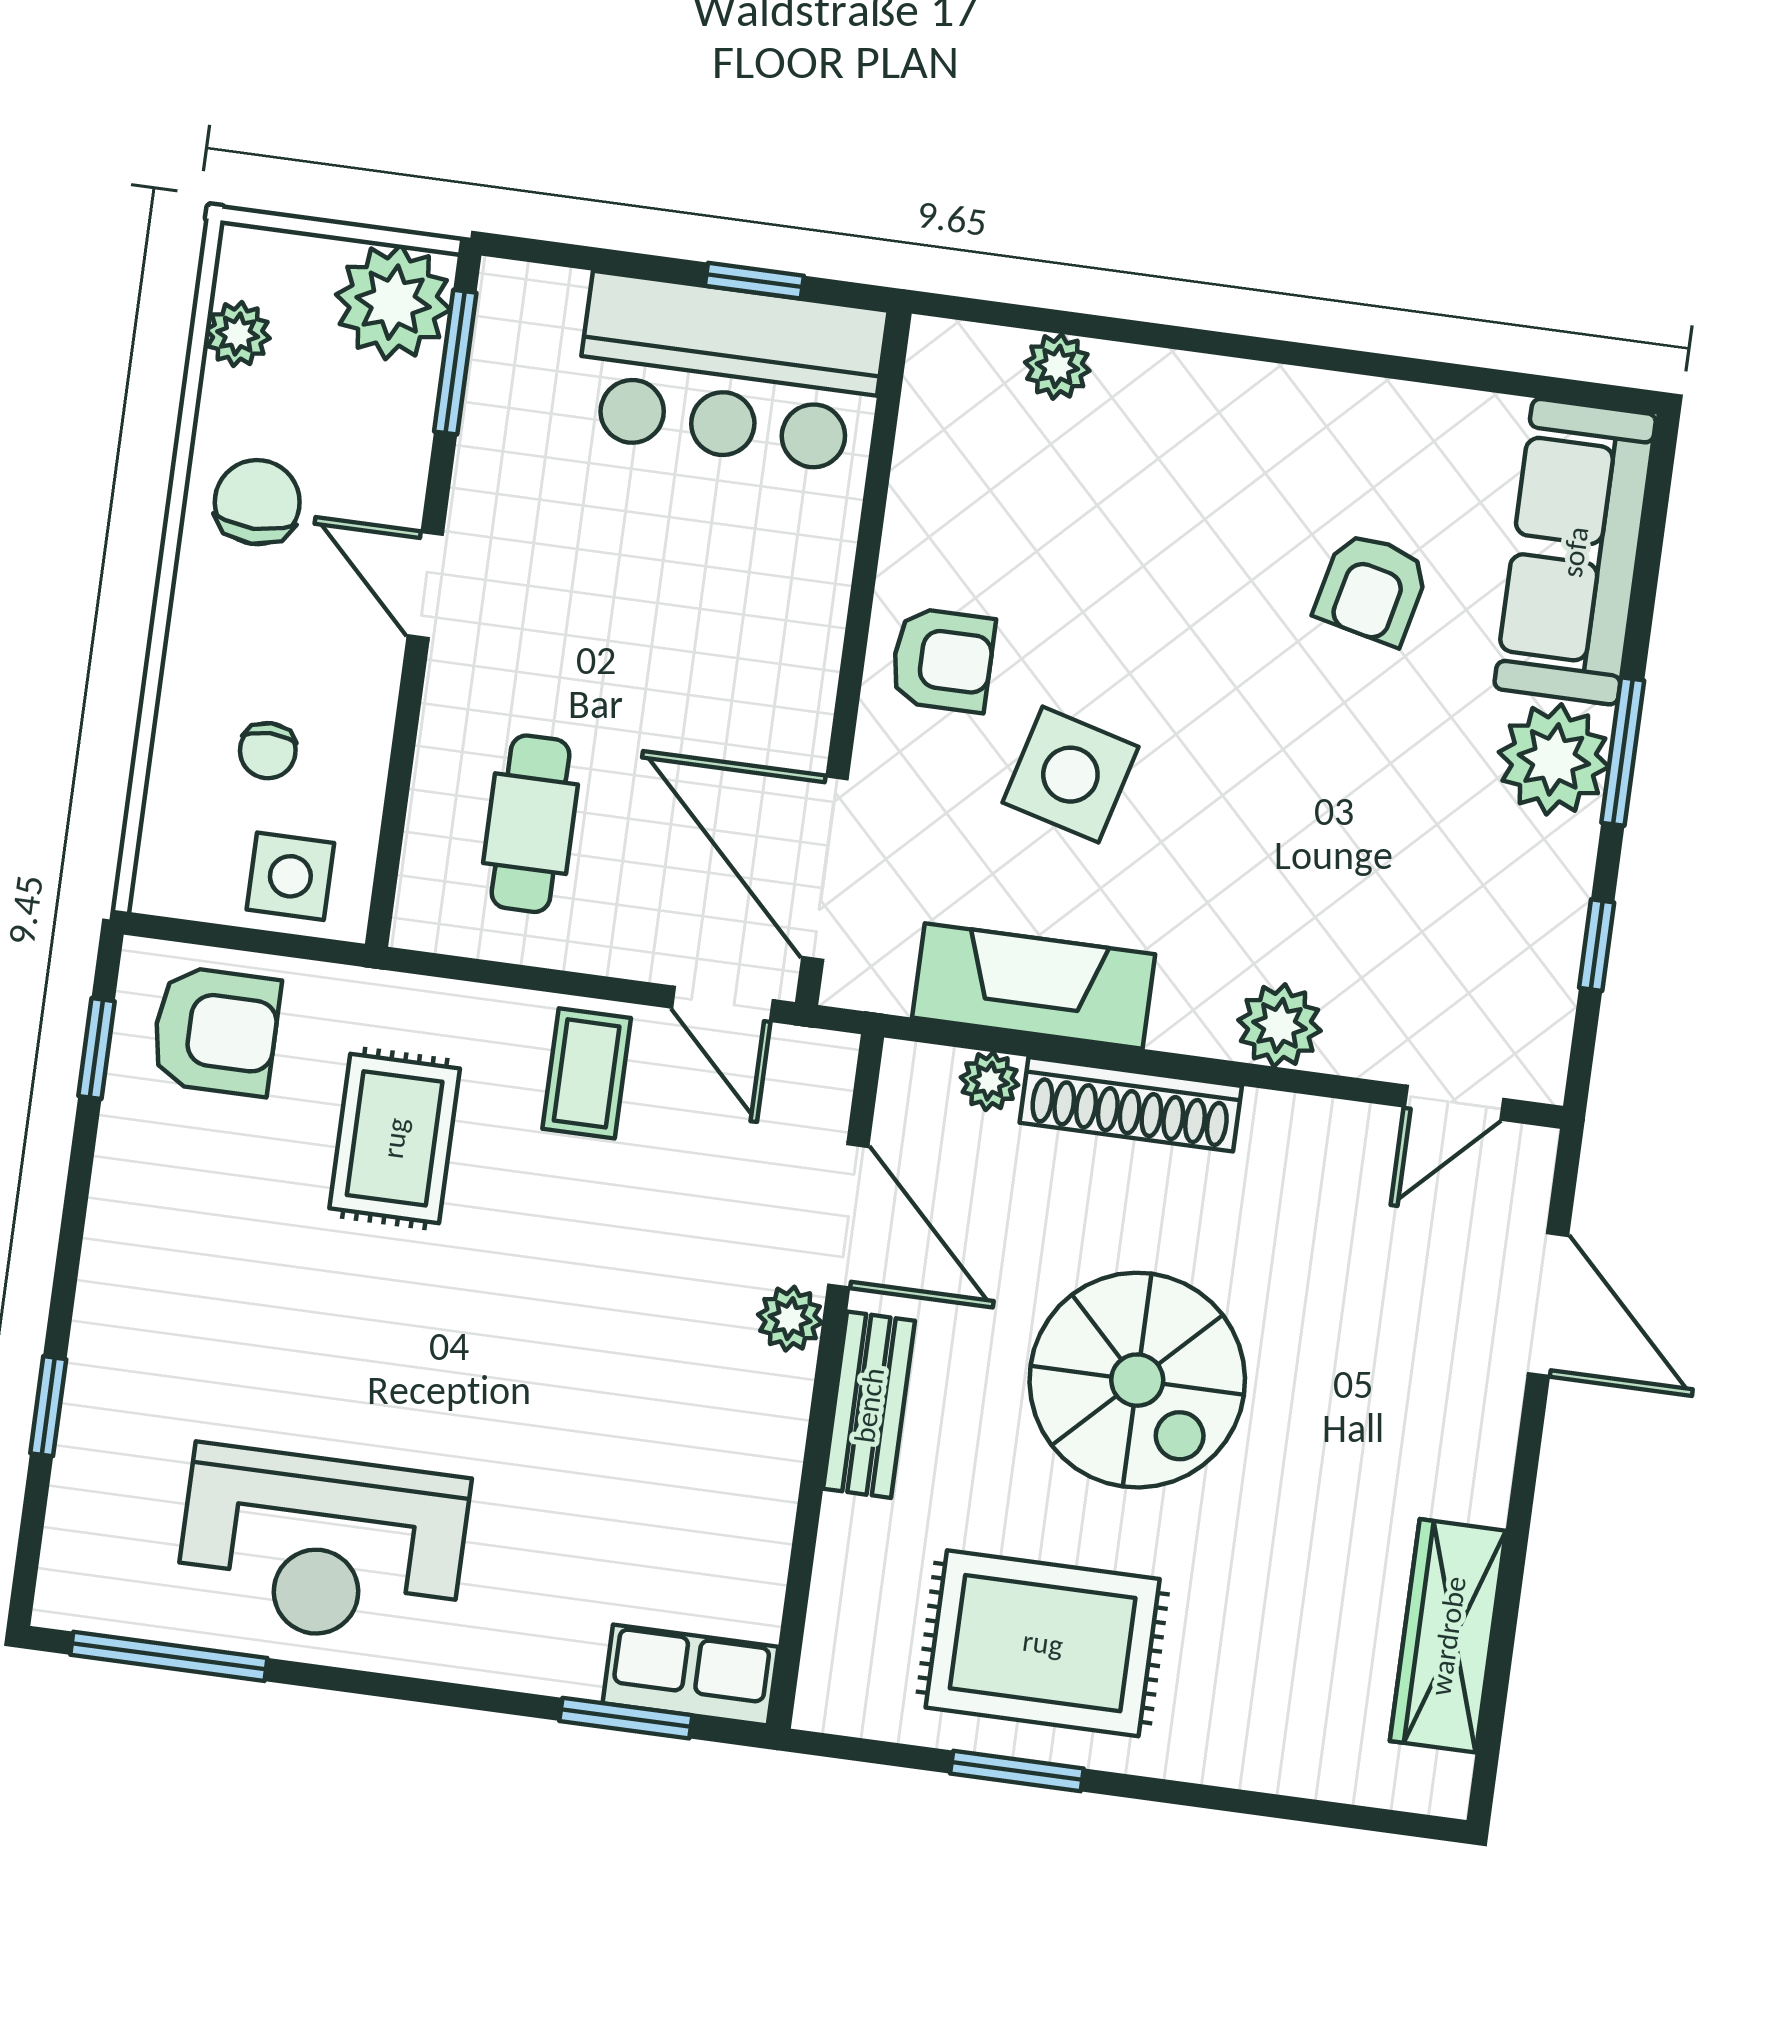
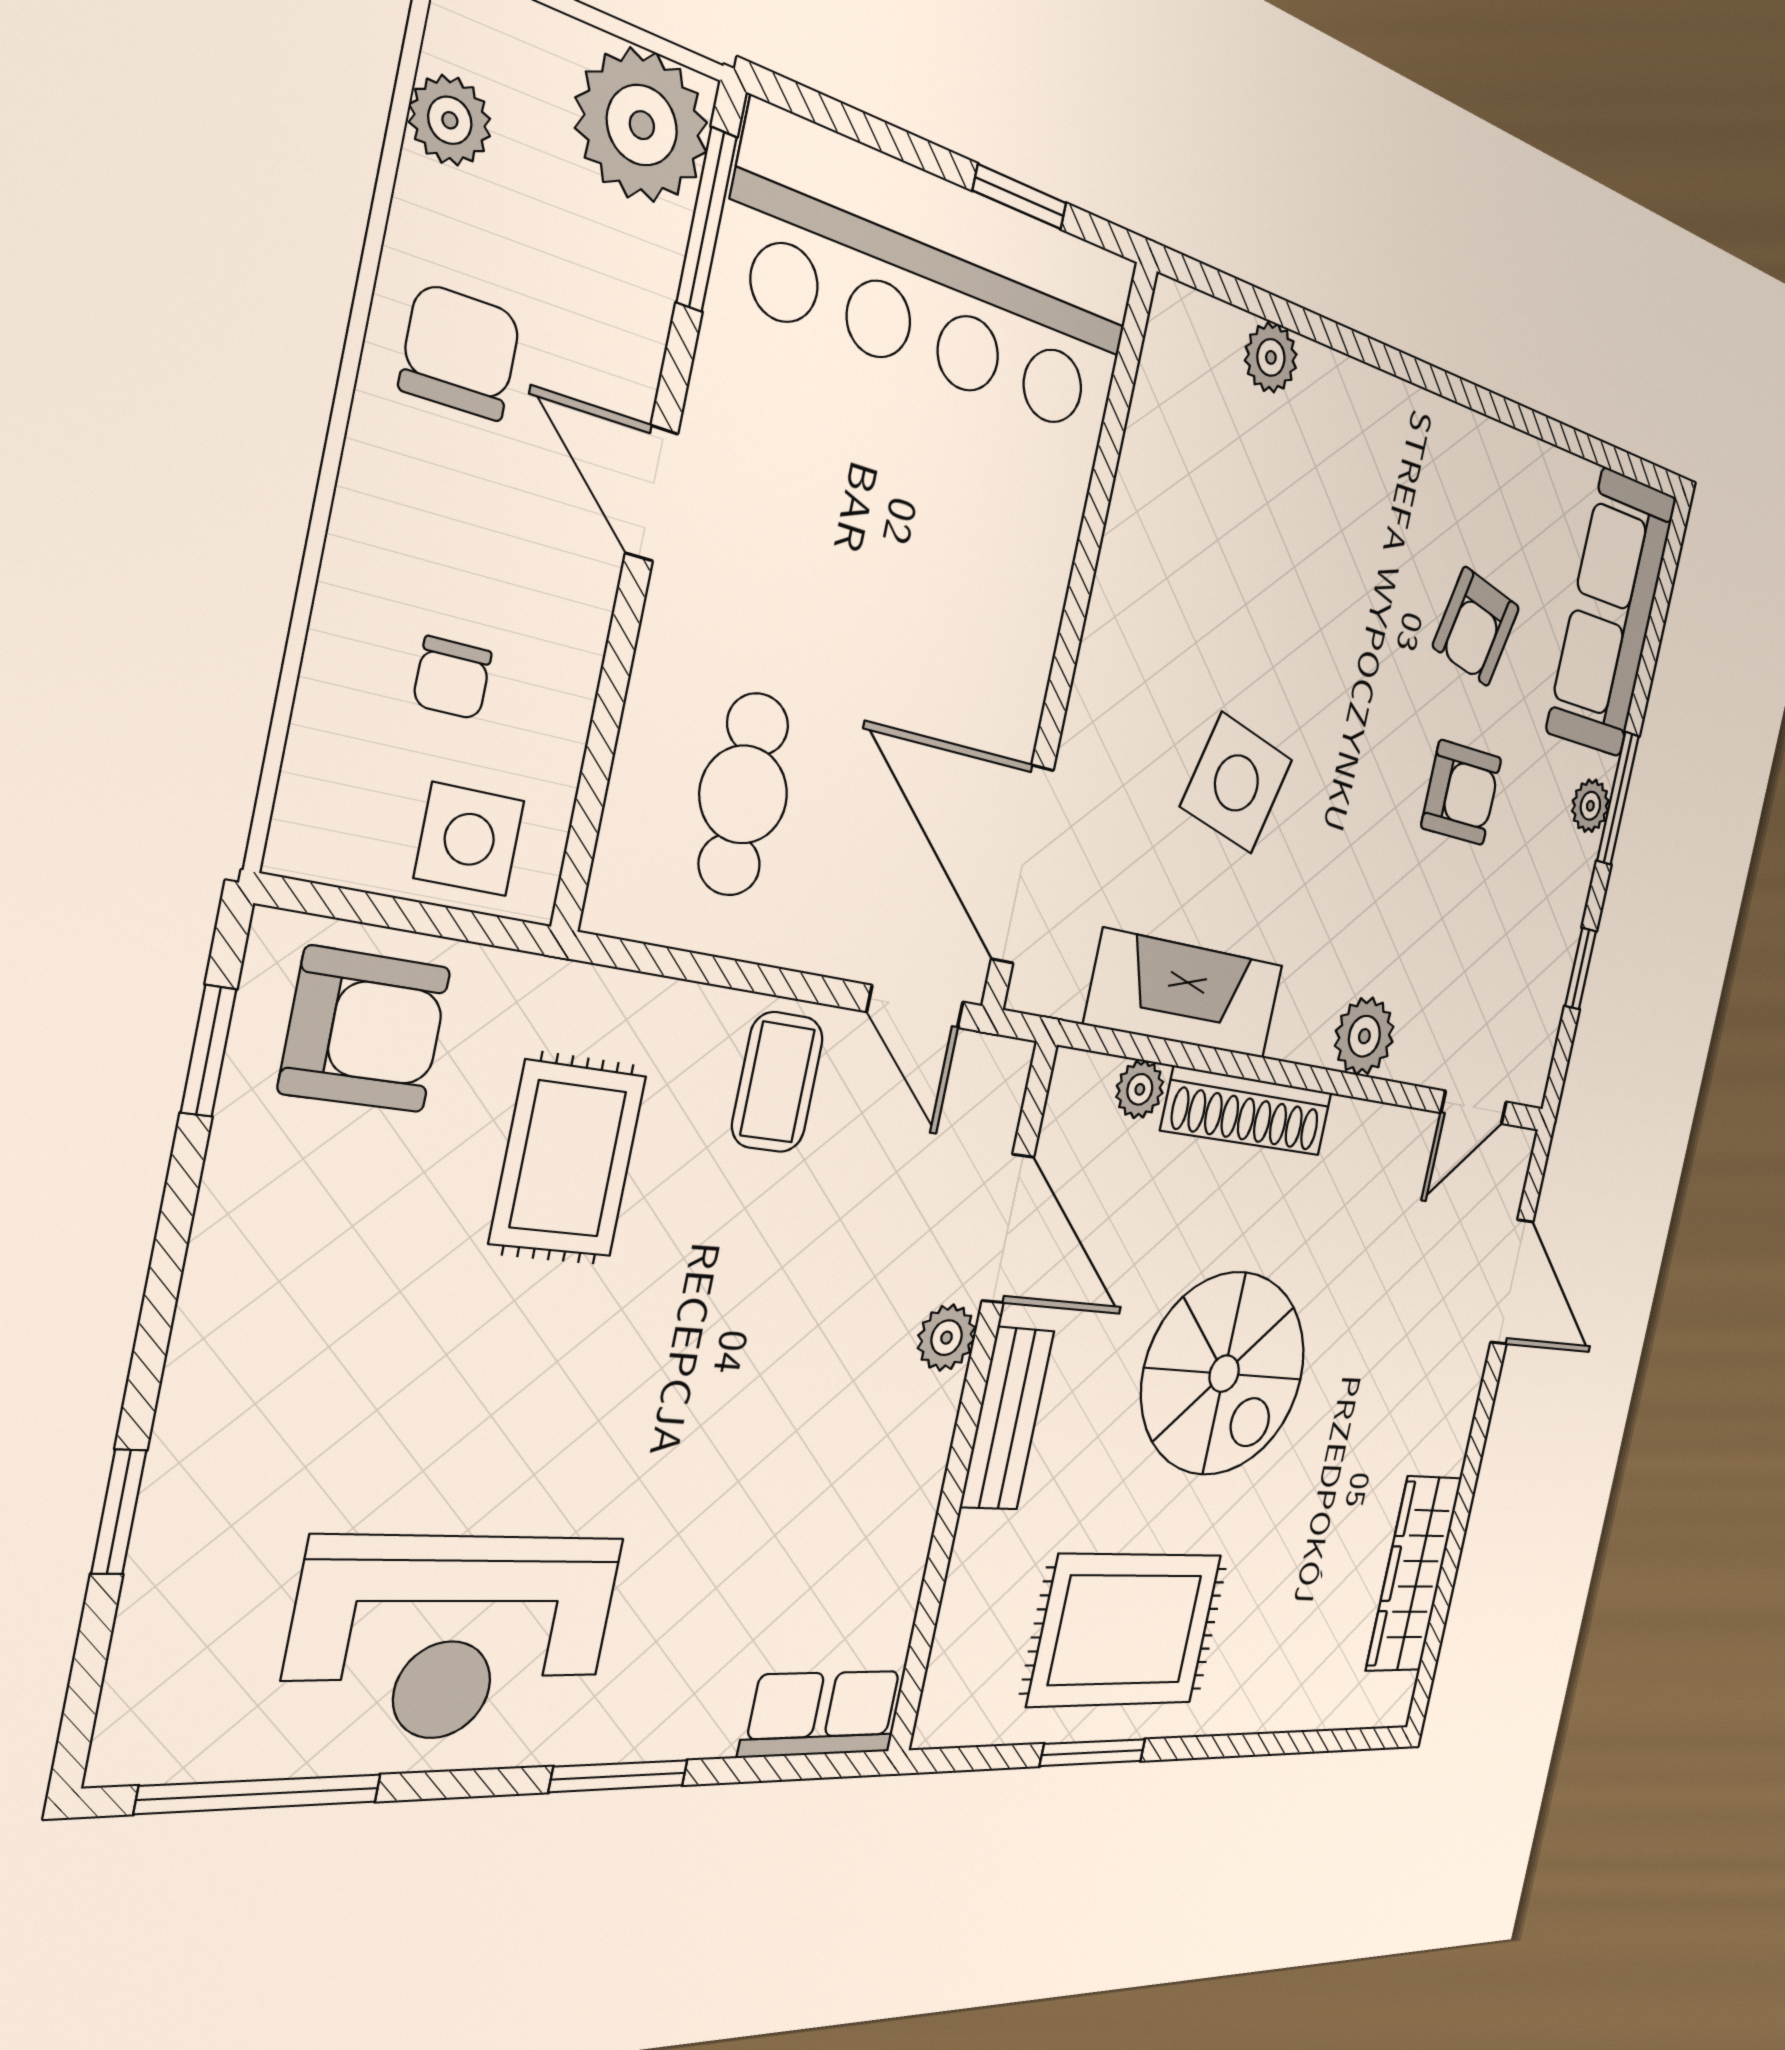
bar counter: (730, 373) -> (936, 278), width x1.36
armchair: (943, 660) -> (1461, 793), moved
plant: (1554, 759) -> (1590, 806), width x0.53, depth x0.53
window: (626, 1718) -> (619, 1776), moved

